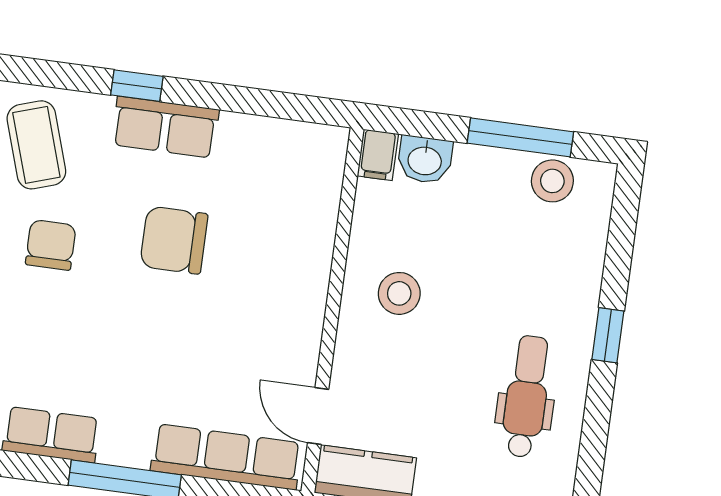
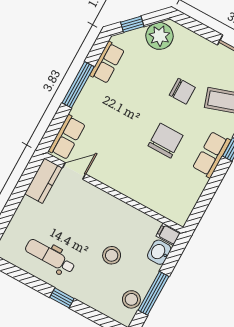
stool: (399, 293) -> (112, 255), moved
dental chair: (526, 396) -> (50, 256), turned 180
row of seats: (226, 457) -> (67, 137), width x0.68

